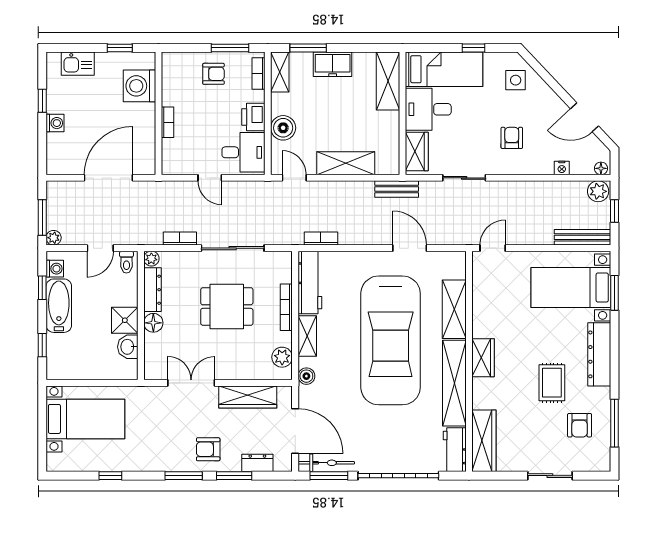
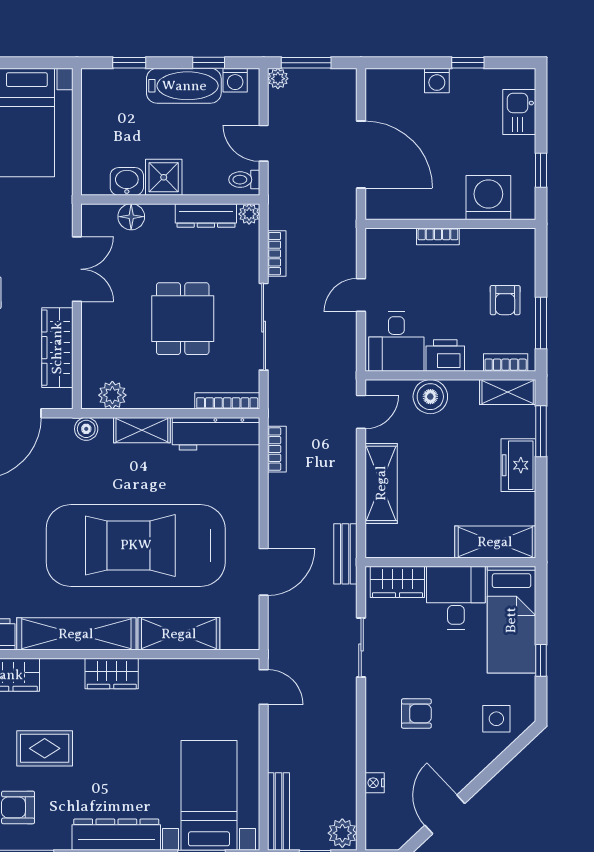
floor lamp: (601, 168) -> (374, 837), removed
bookcase: (286, 307) -> (227, 401), moved
floor lamp: (153, 323) -> (131, 217), moved
rug: (552, 383) -> (45, 748), moved

